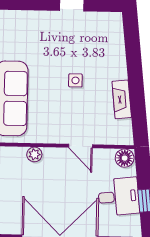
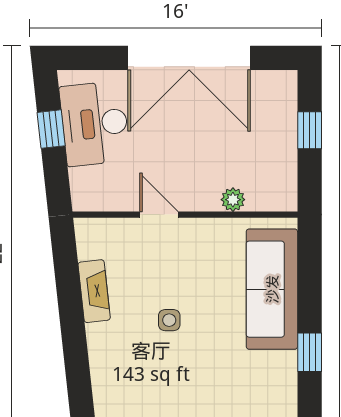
floor lamp: (125, 158) -> (87, 197), removed
desk: (119, 197) -> (95, 124), width x1.37

